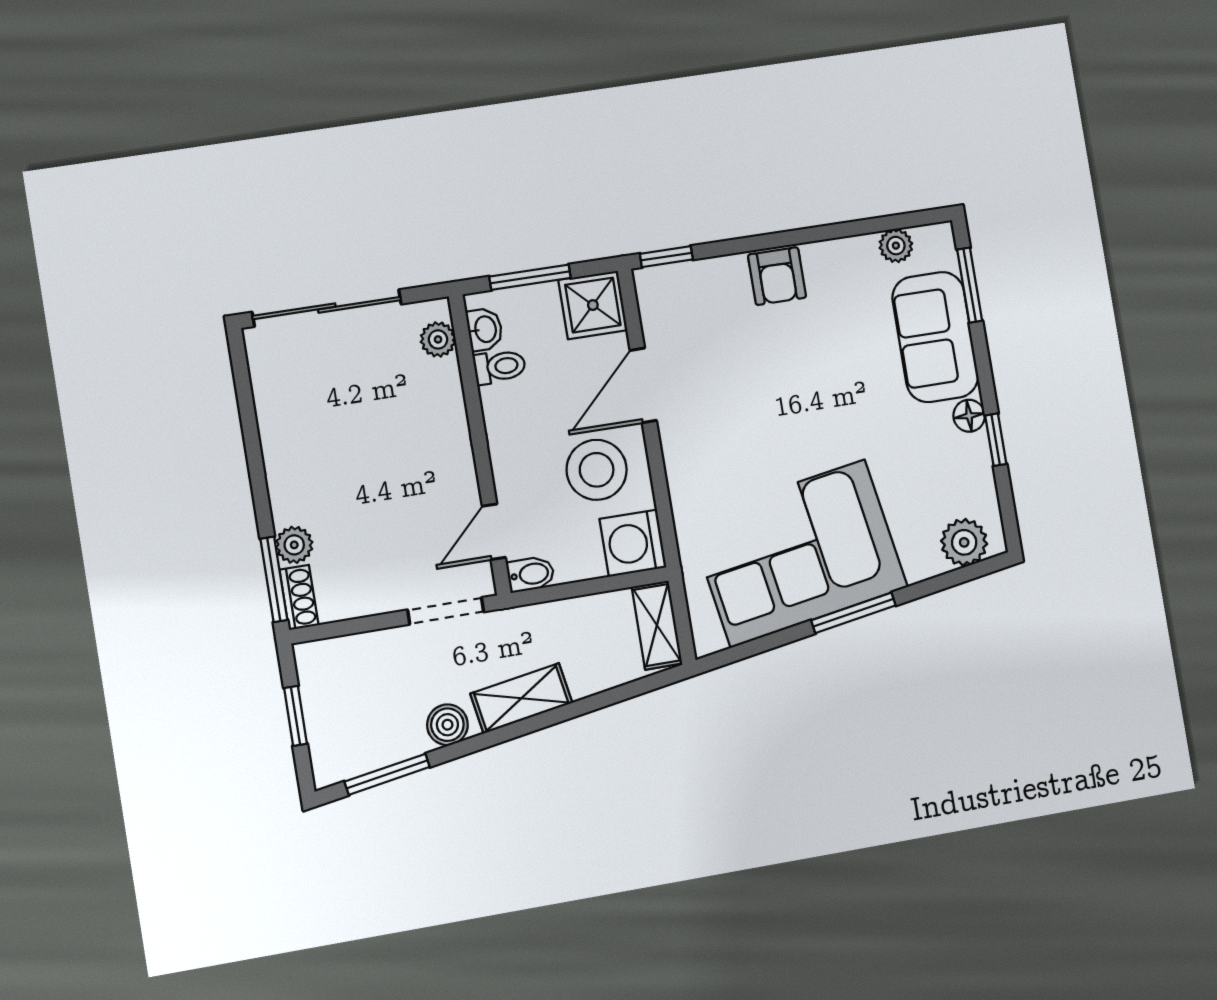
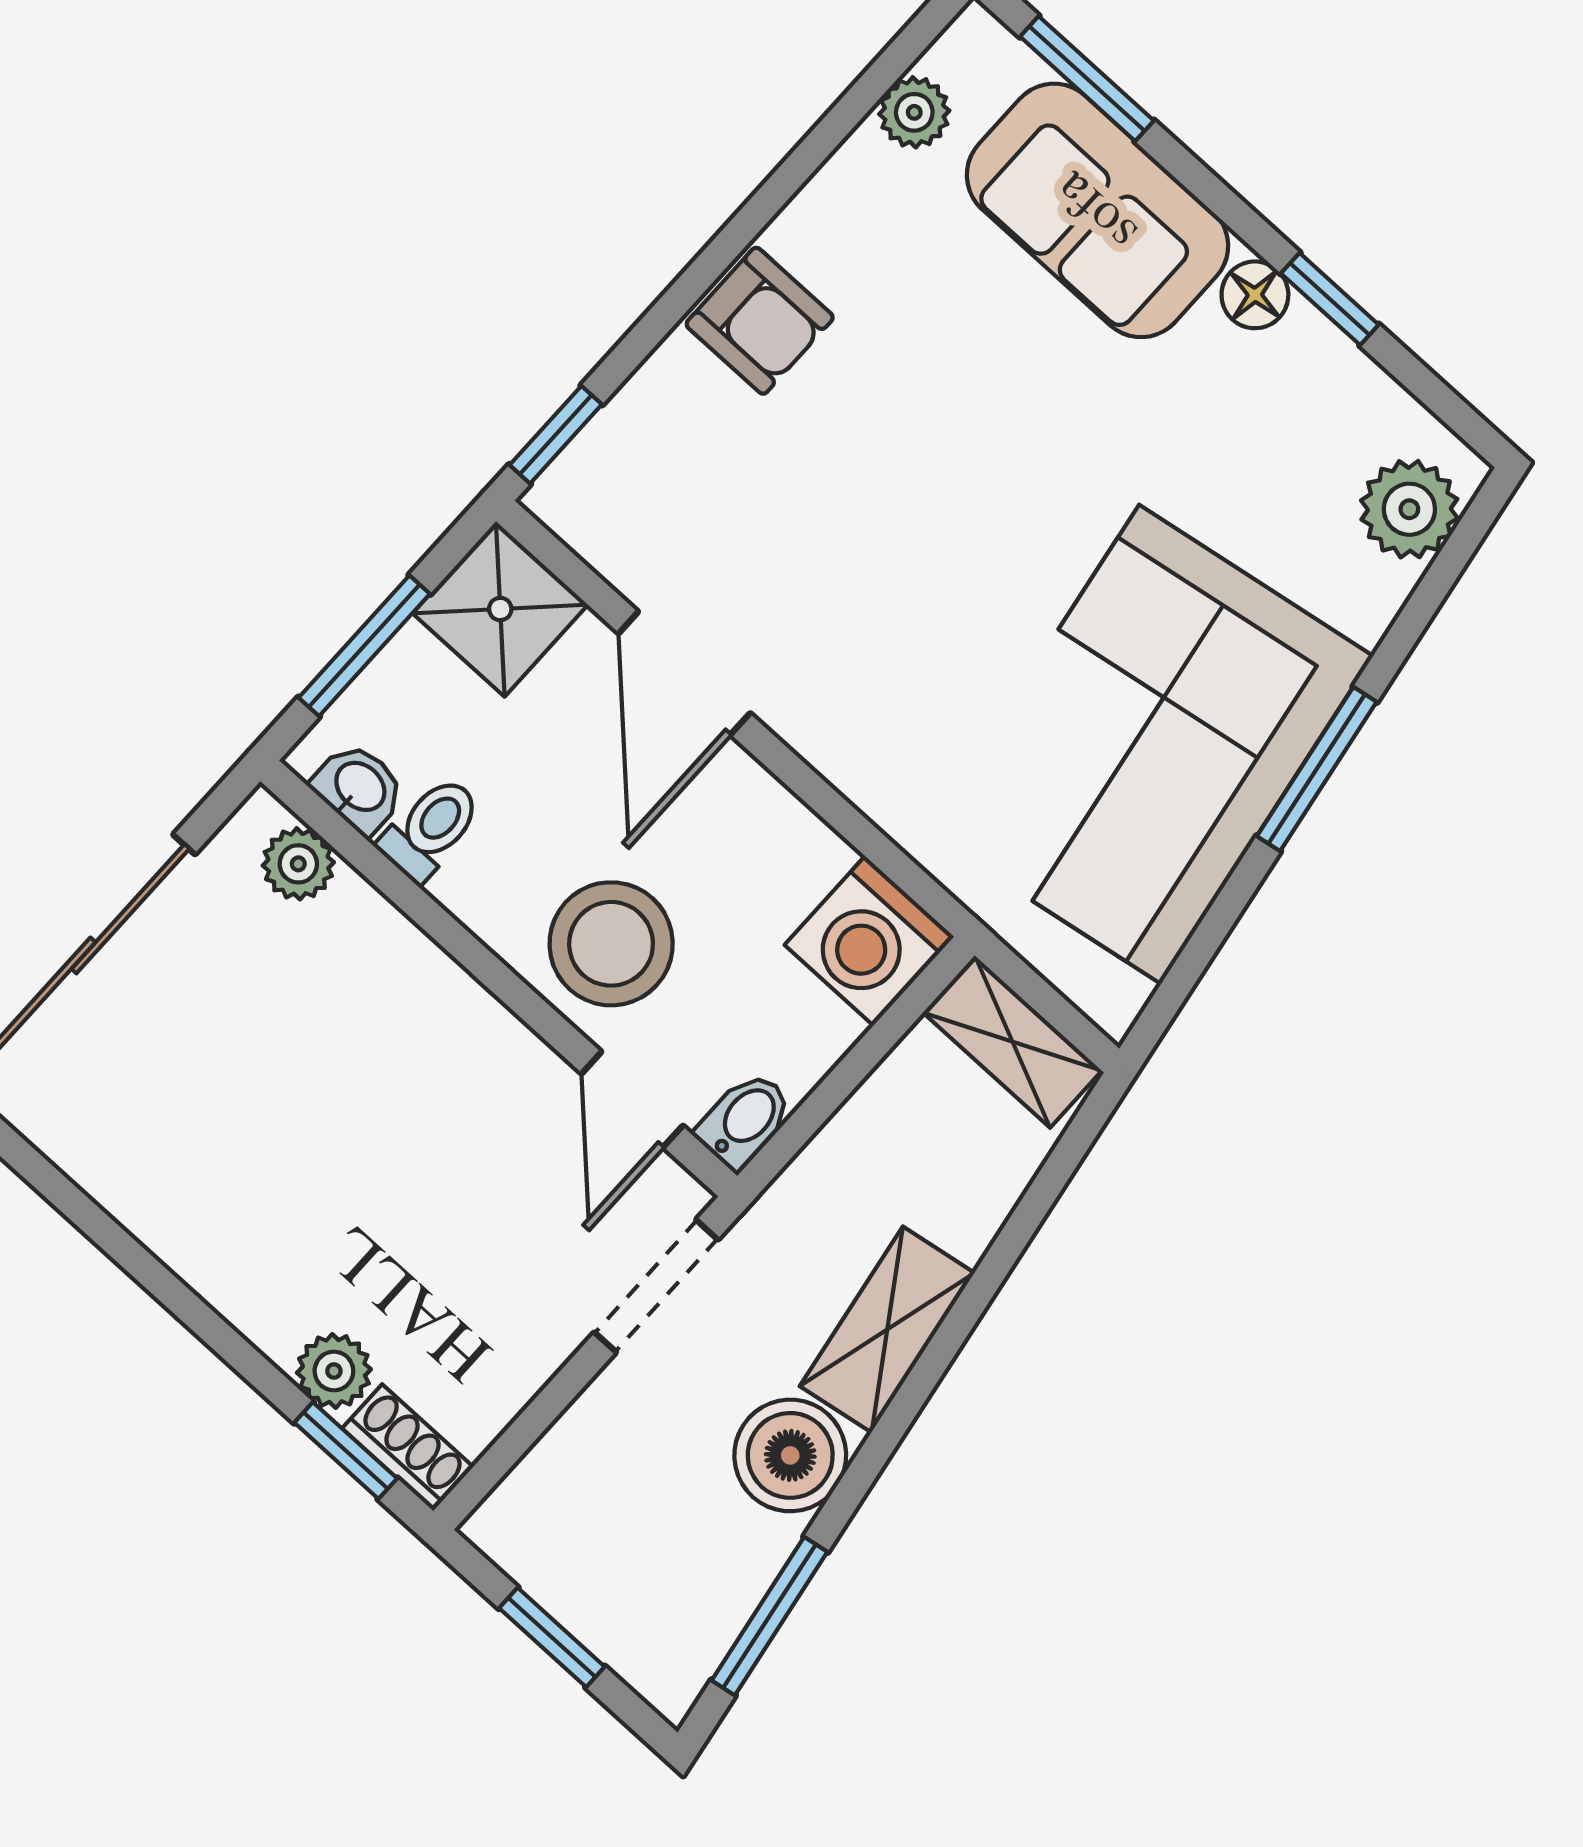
stool: (597, 470) -> (611, 944), moved
window: (274, 579) -> (346, 1450), width x0.67
boiler: (447, 725) -> (790, 1455), width x1.36, depth x1.36

